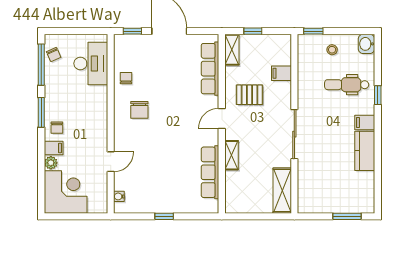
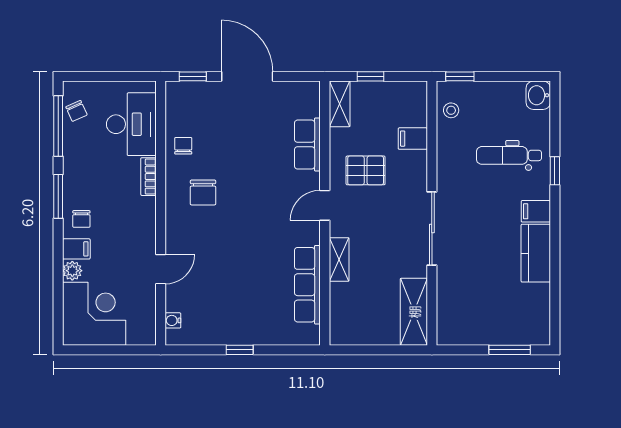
stool: (332, 50) -> (451, 110), moved
row of seats: (210, 69) -> (307, 145), width x0.68
bookcase: (102, 99) -> (148, 177), added

